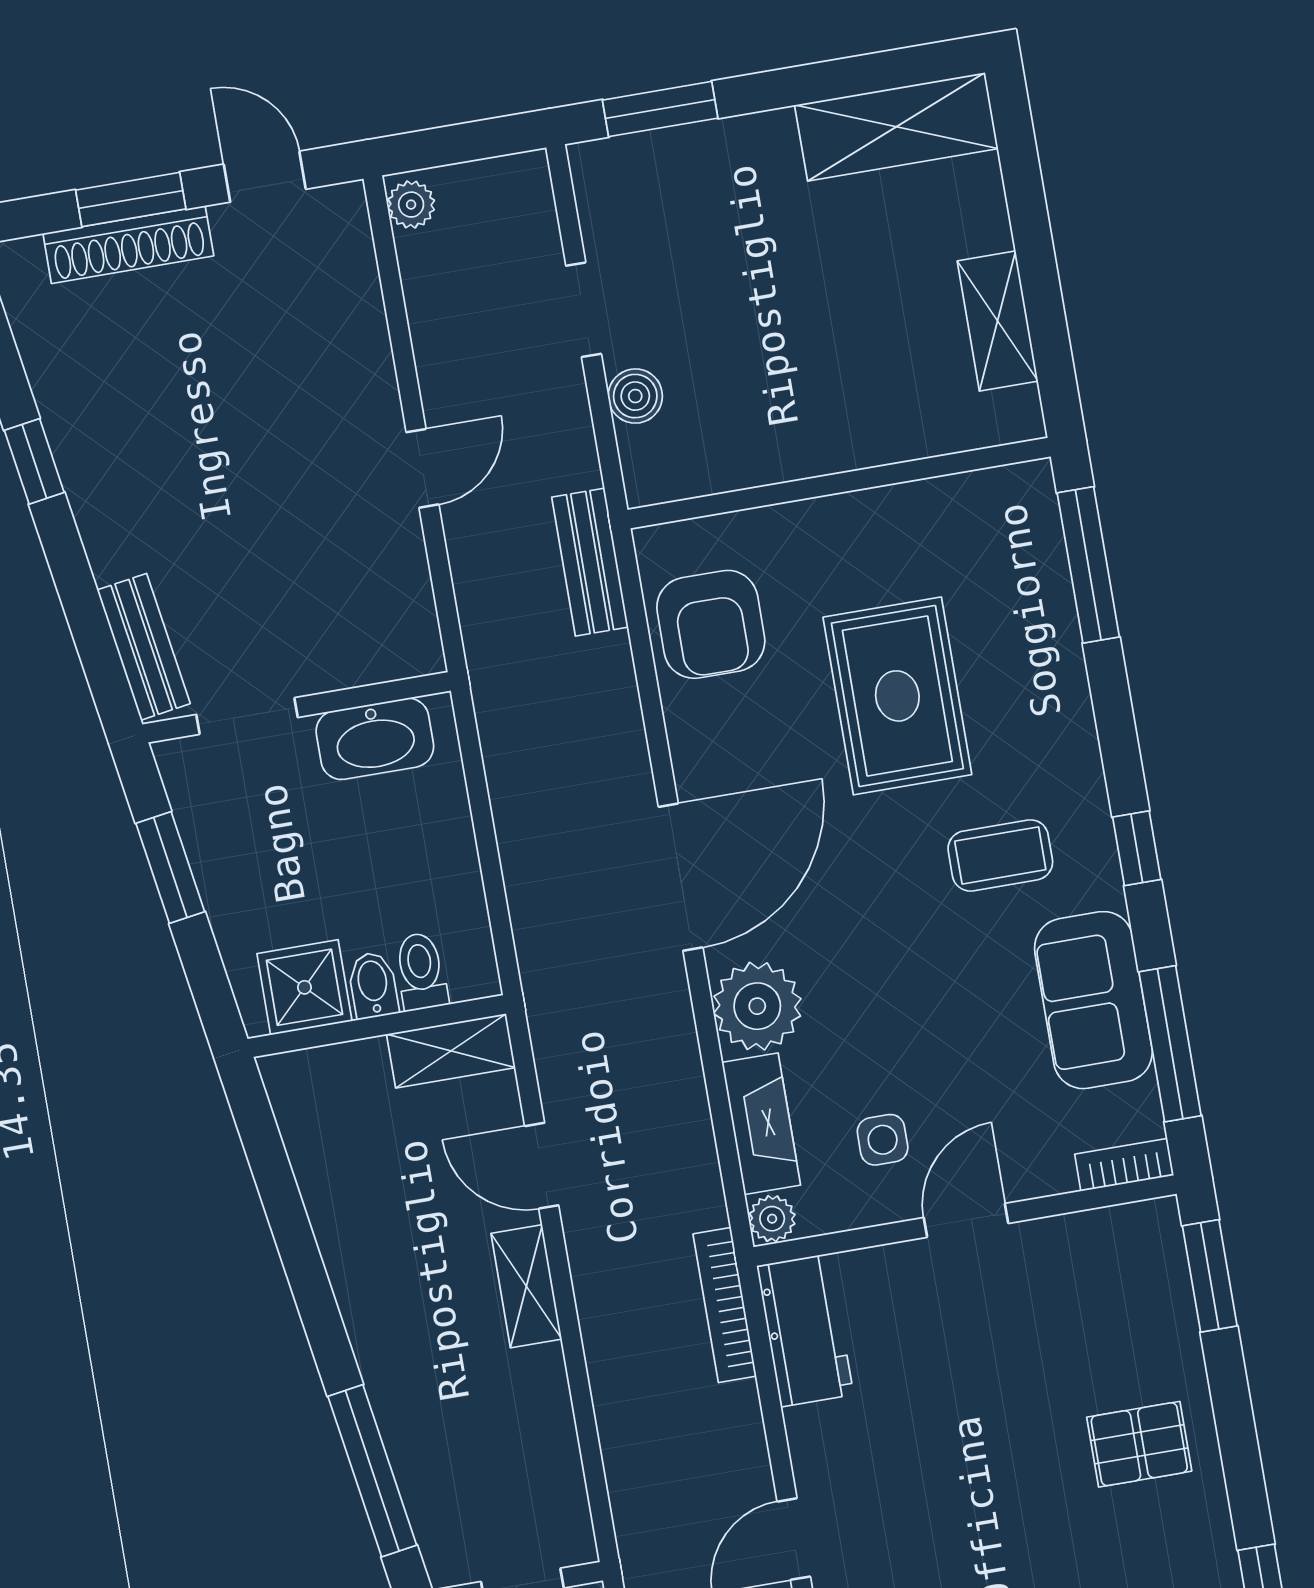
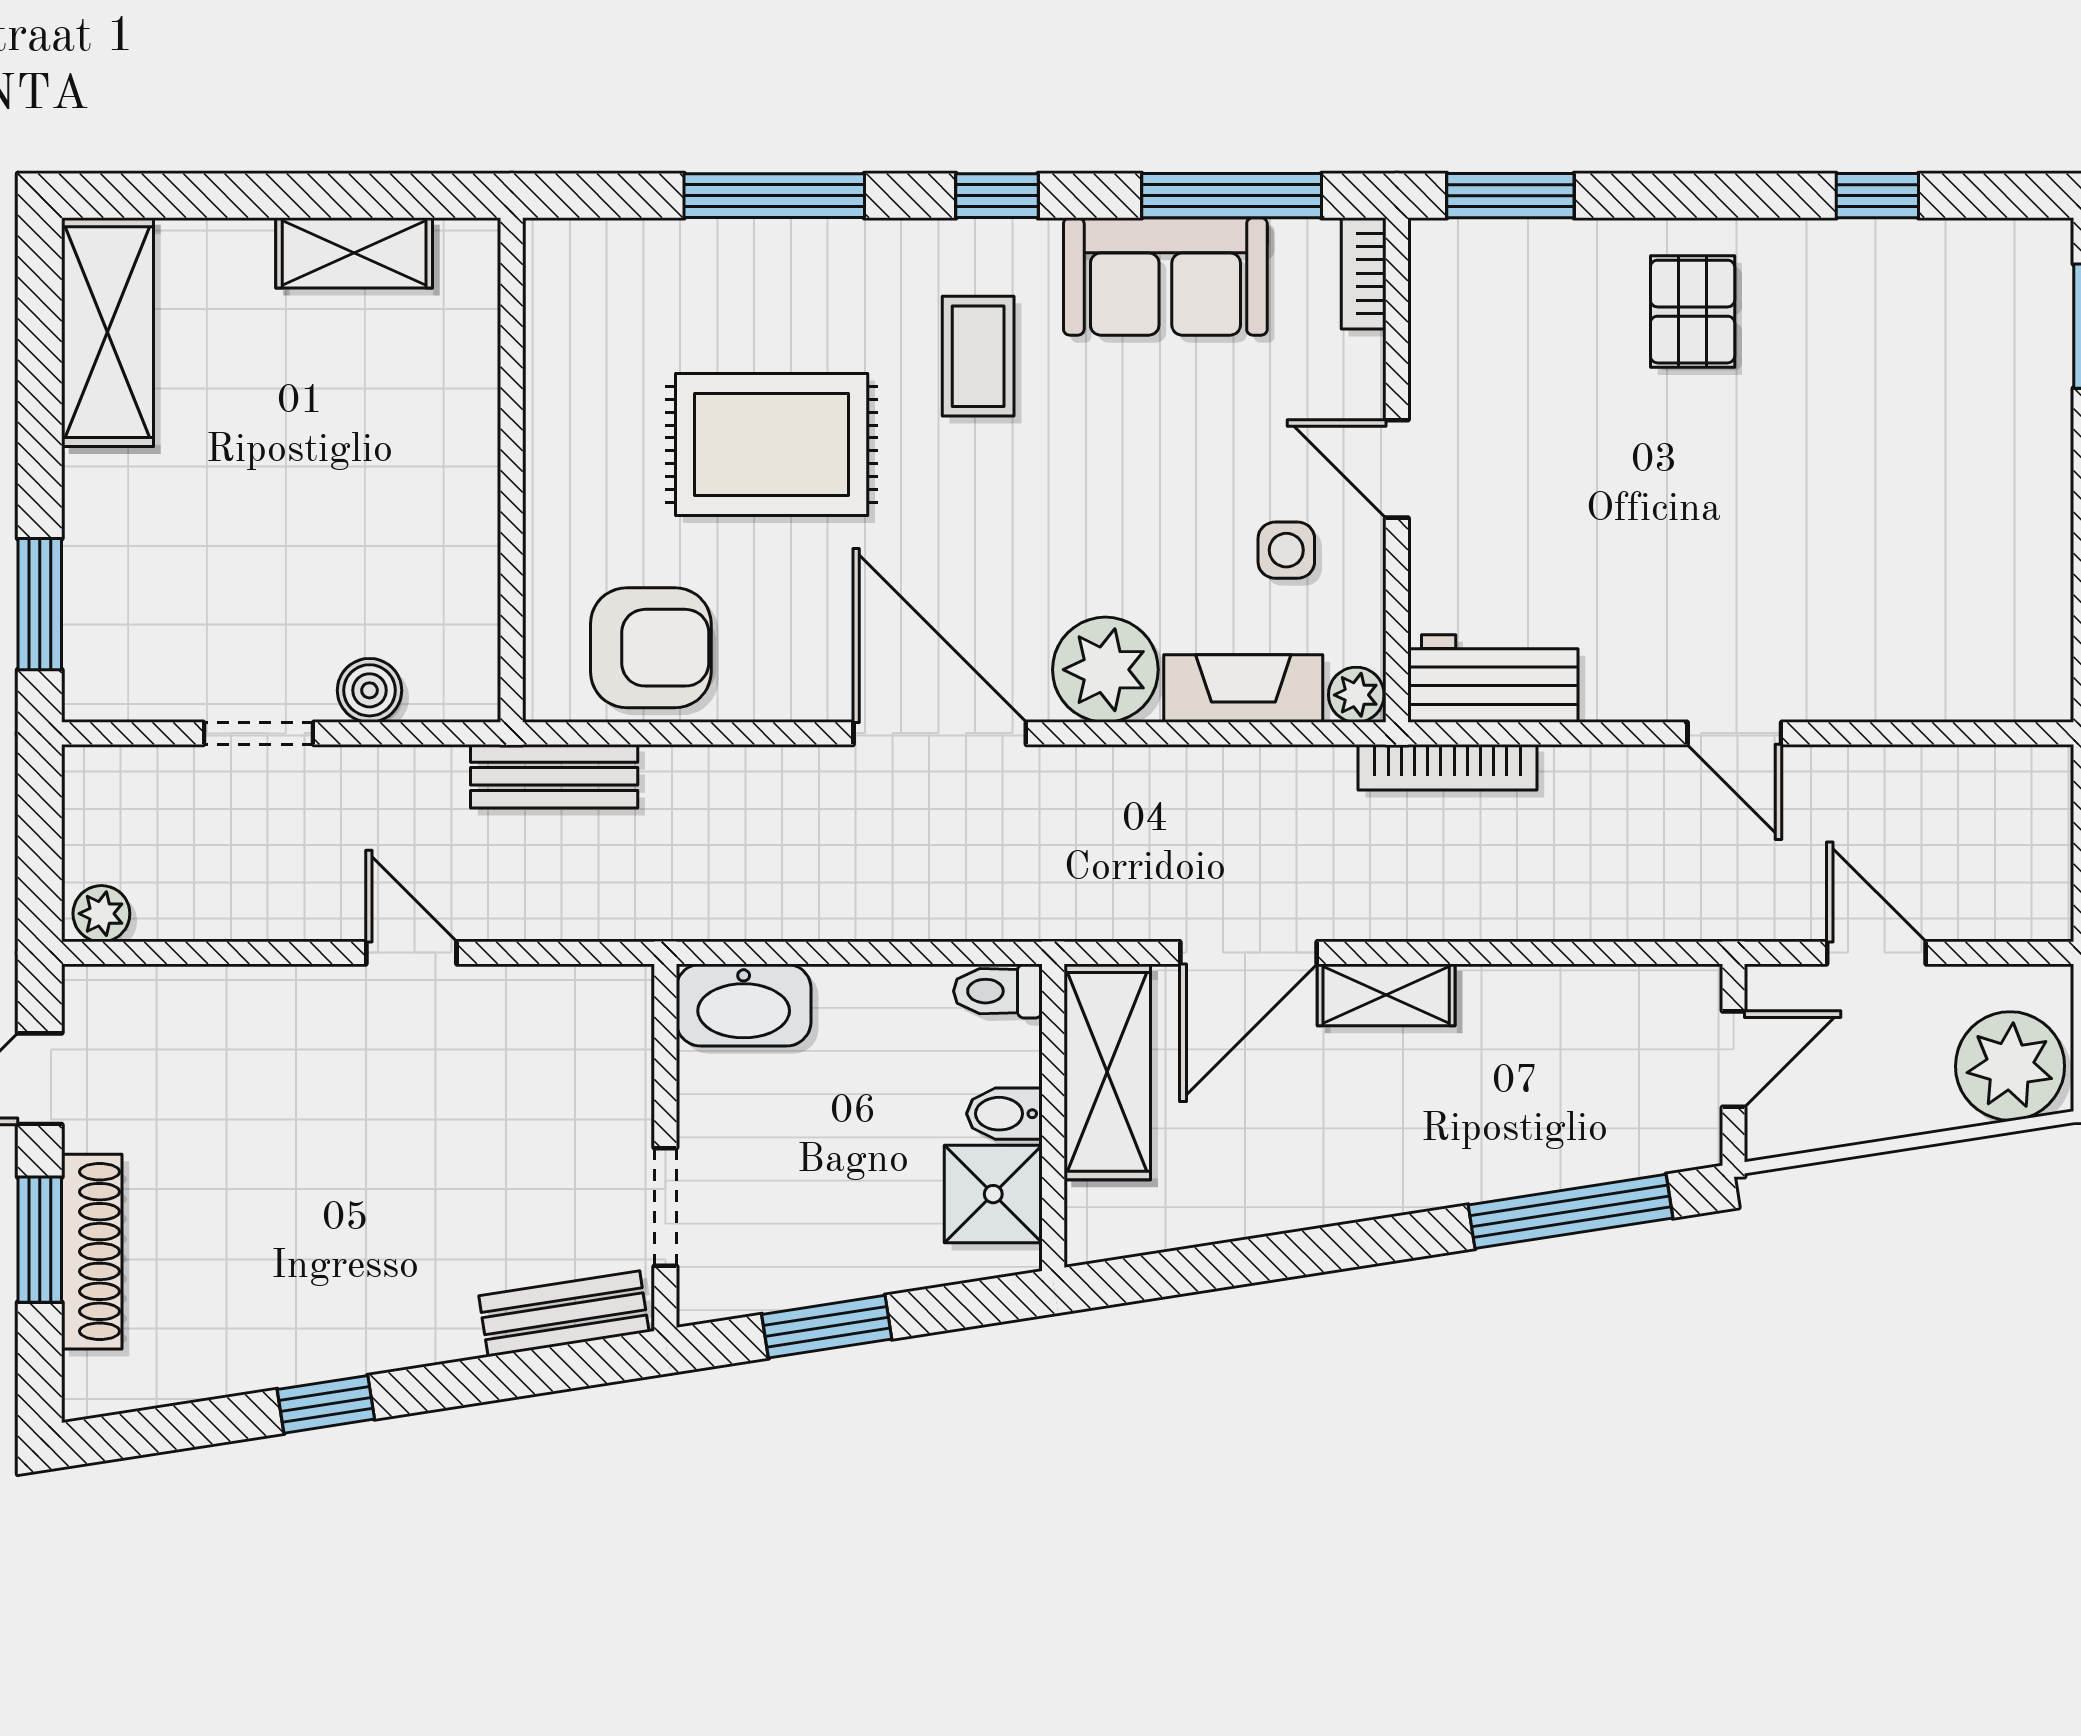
window: (1088, 565) -> (774, 196), moved
washbasin: (375, 739) -> (744, 1005), moved, turned 90
toilet: (421, 971) -> (998, 991), moved
shelving: (451, 1051) -> (1107, 1072), width x1.50, depth x1.33
door: (542, 1166) -> (1249, 953), width x1.38

